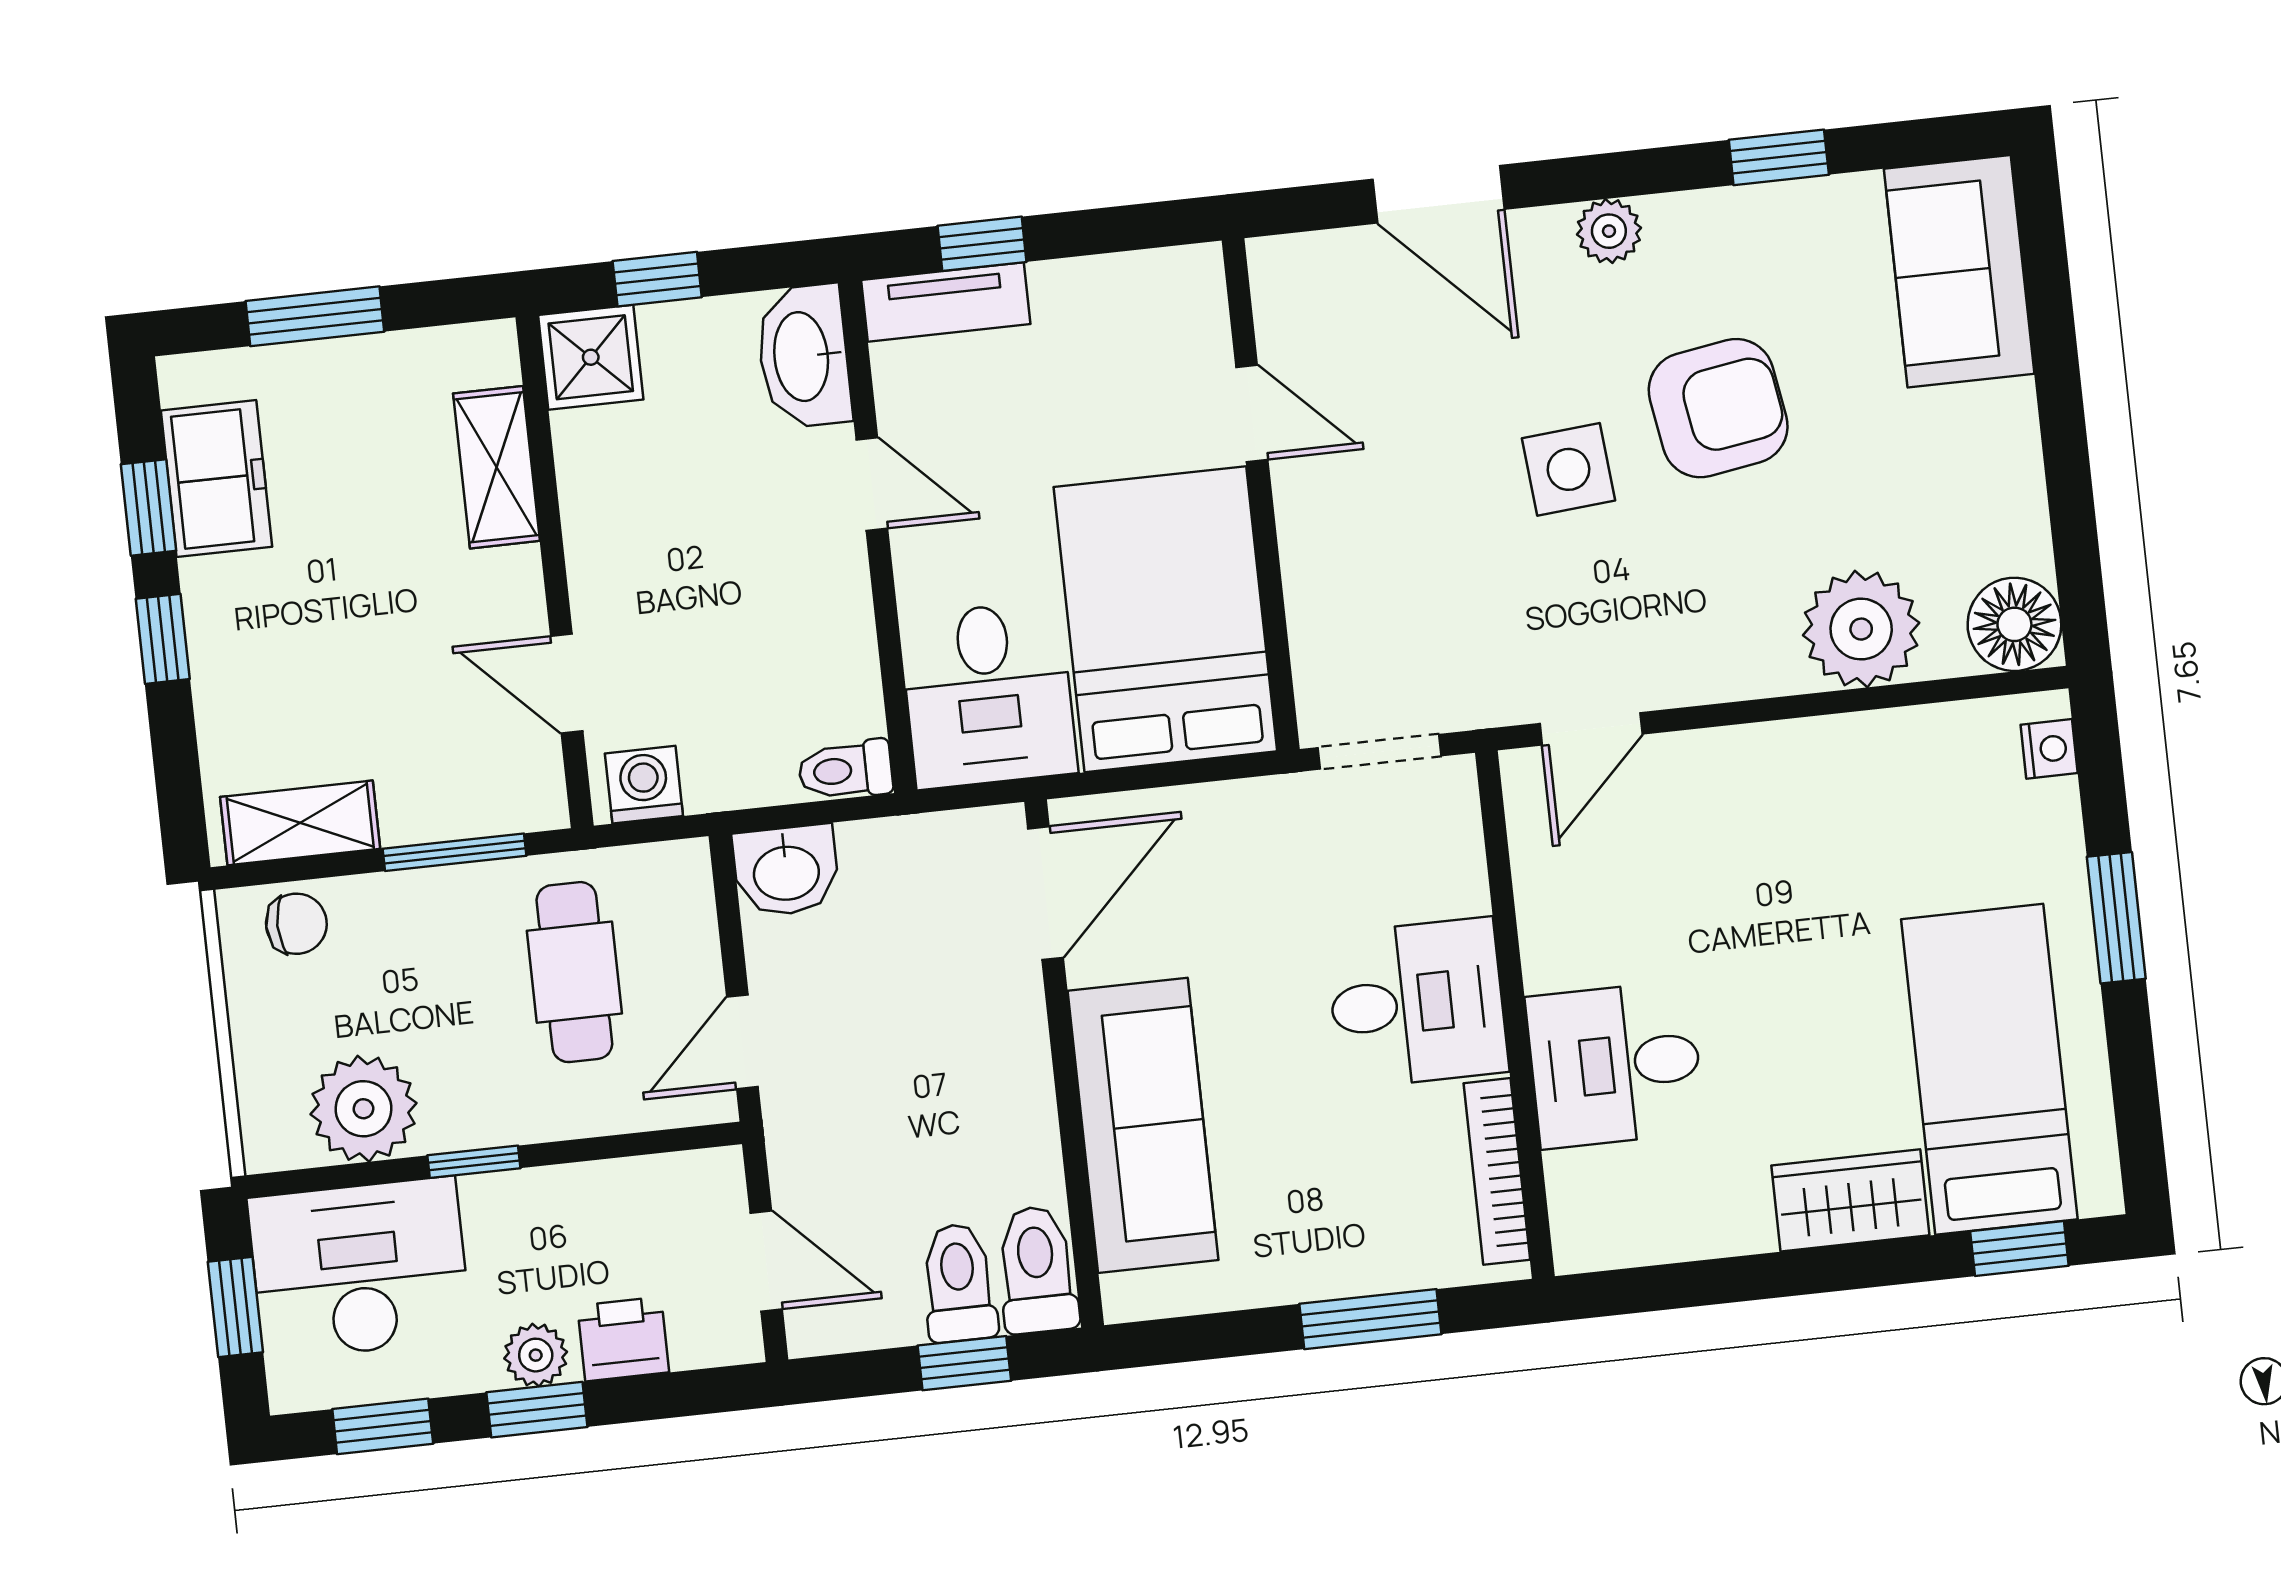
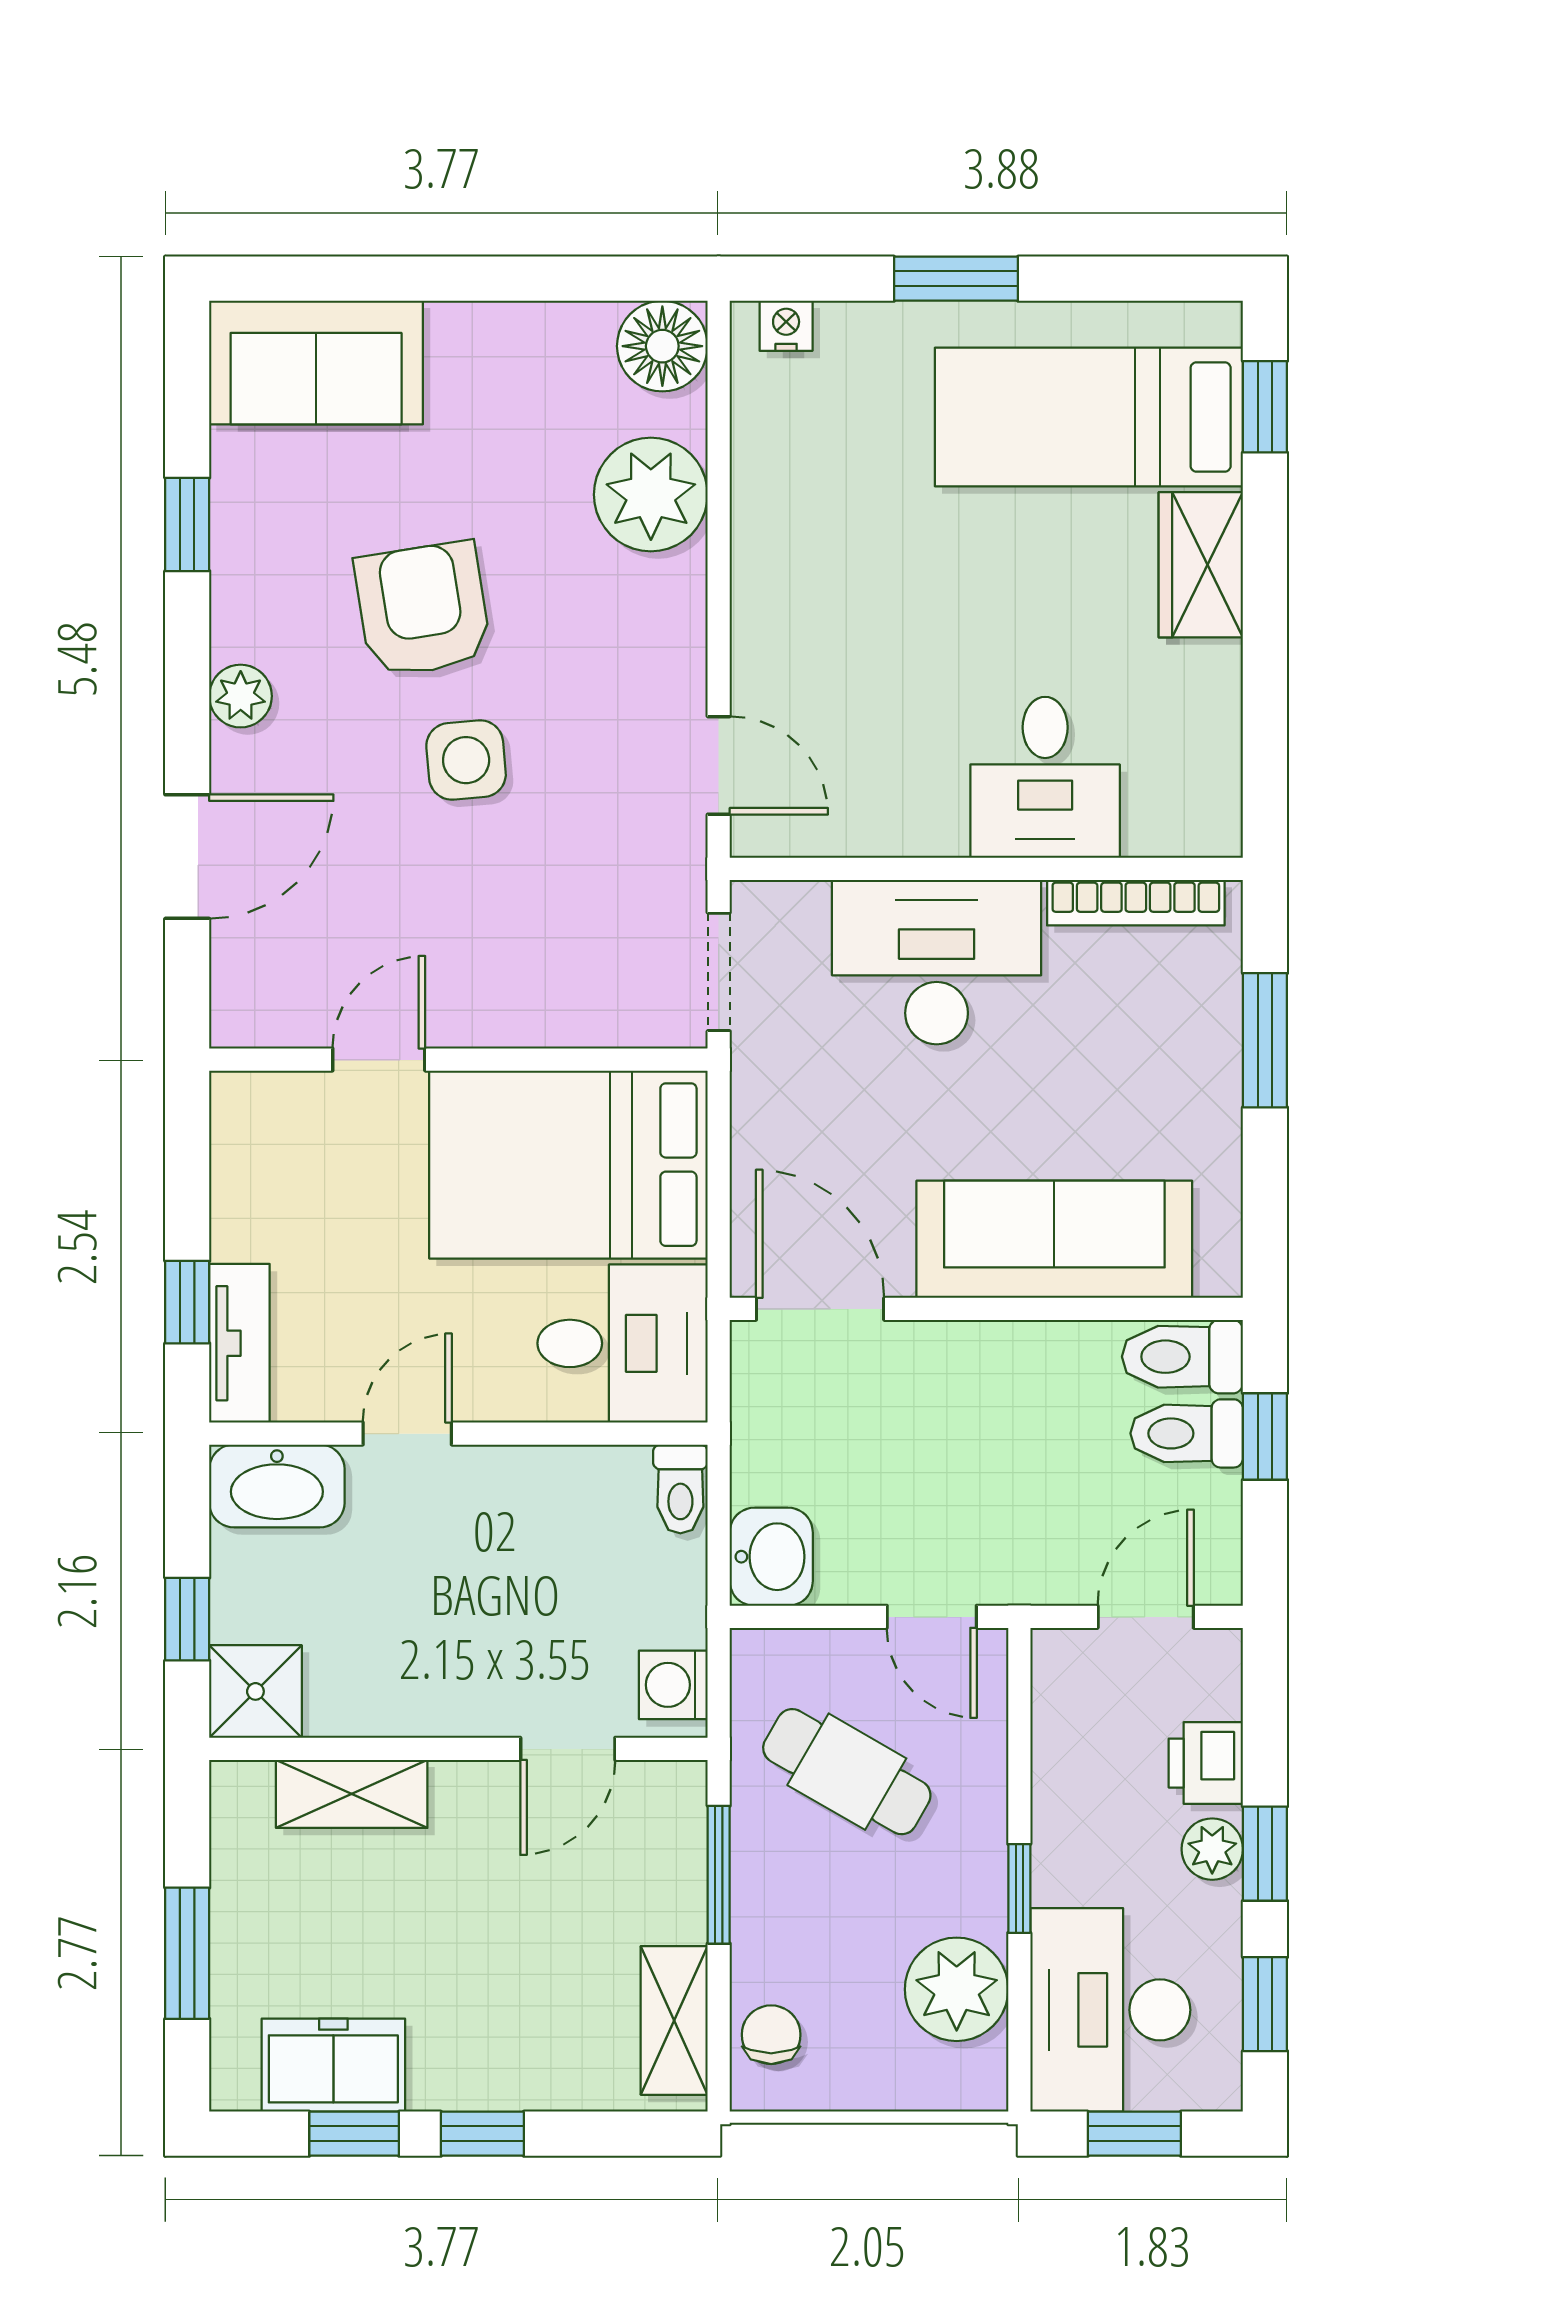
cafe table: (574, 972) -> (847, 1772), turned 30
desk: (1417, 1003) -> (937, 962), width x1.37

